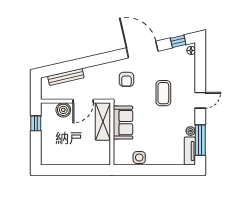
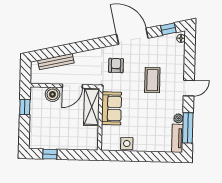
armchair: (126, 79) -> (116, 65), turned 180
window: (62, 170) -> (50, 154), added

